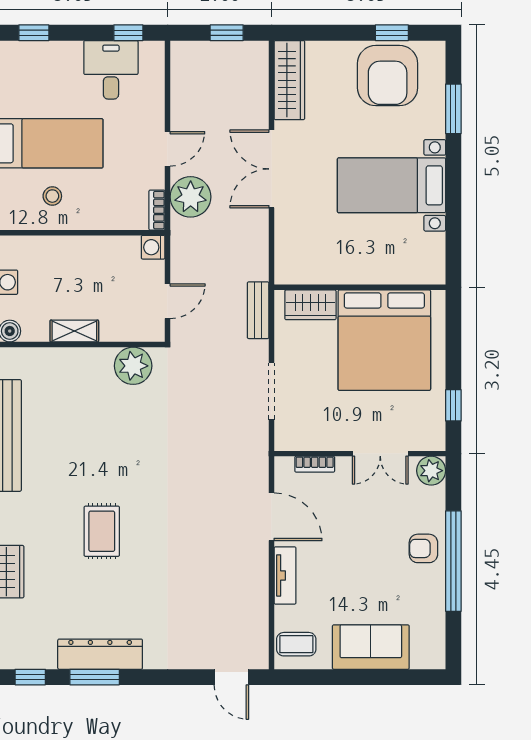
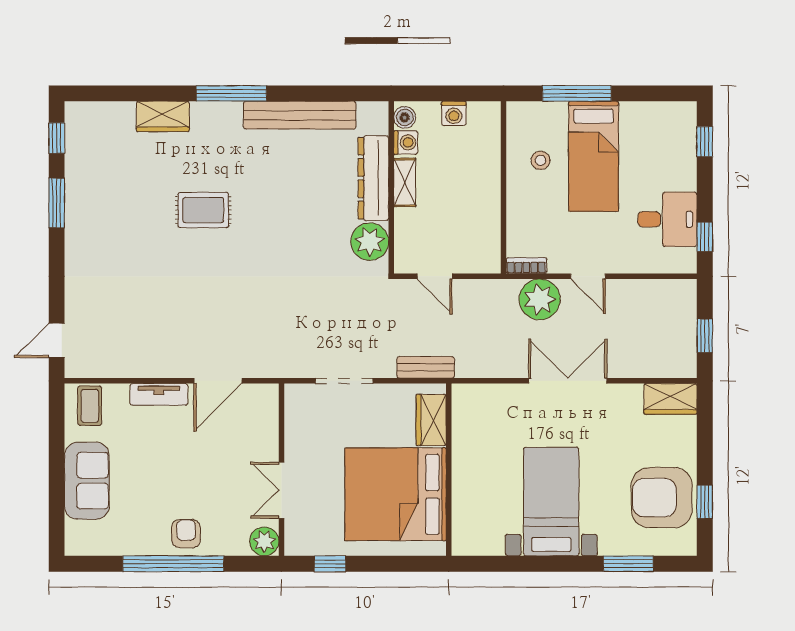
wardrobe: (289, 80) -> (670, 399), width x0.67
washing machine: (153, 247) -> (406, 142), moved, turned 90
bookcase: (315, 464) -> (271, 424), removed
dresser: (100, 654) -> (373, 178), moved, turned 180

